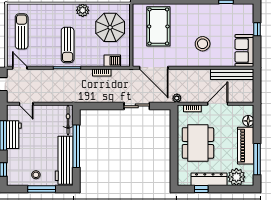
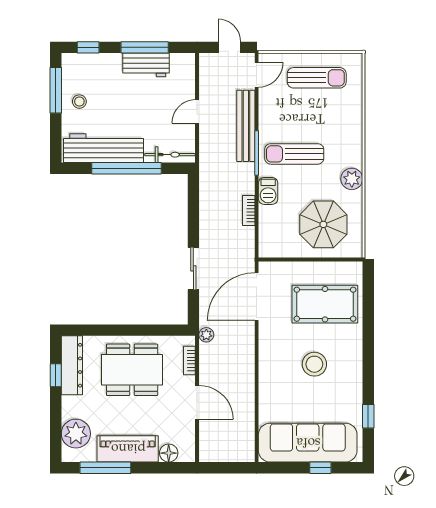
stool: (203, 44) -> (314, 364), moved
sofa: (244, 51) -> (308, 443), width x1.85, depth x1.27
barbecue: (112, 61) -> (268, 191), moved
bench: (232, 74) -> (246, 126), moved
door: (26, 104) -> (197, 111), moved
dresser: (209, 179) -> (72, 365), moved
window: (42, 189) -> (56, 90), moved

